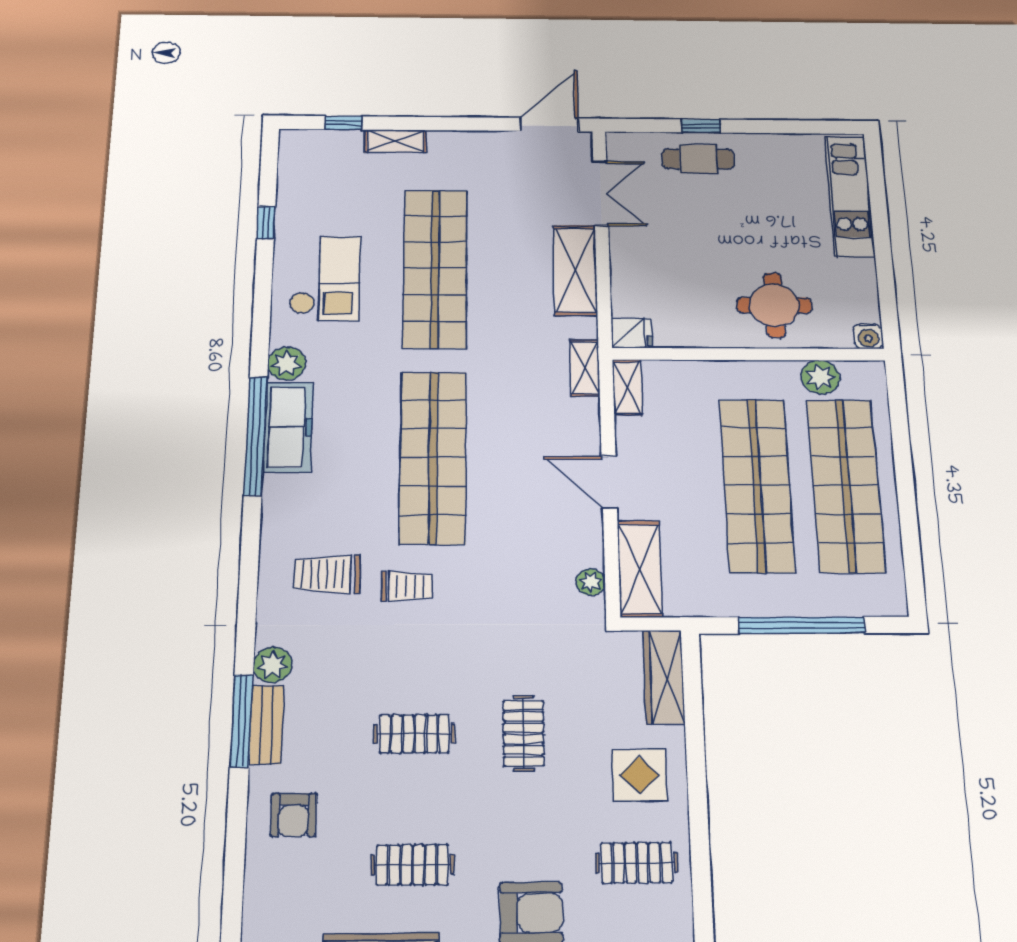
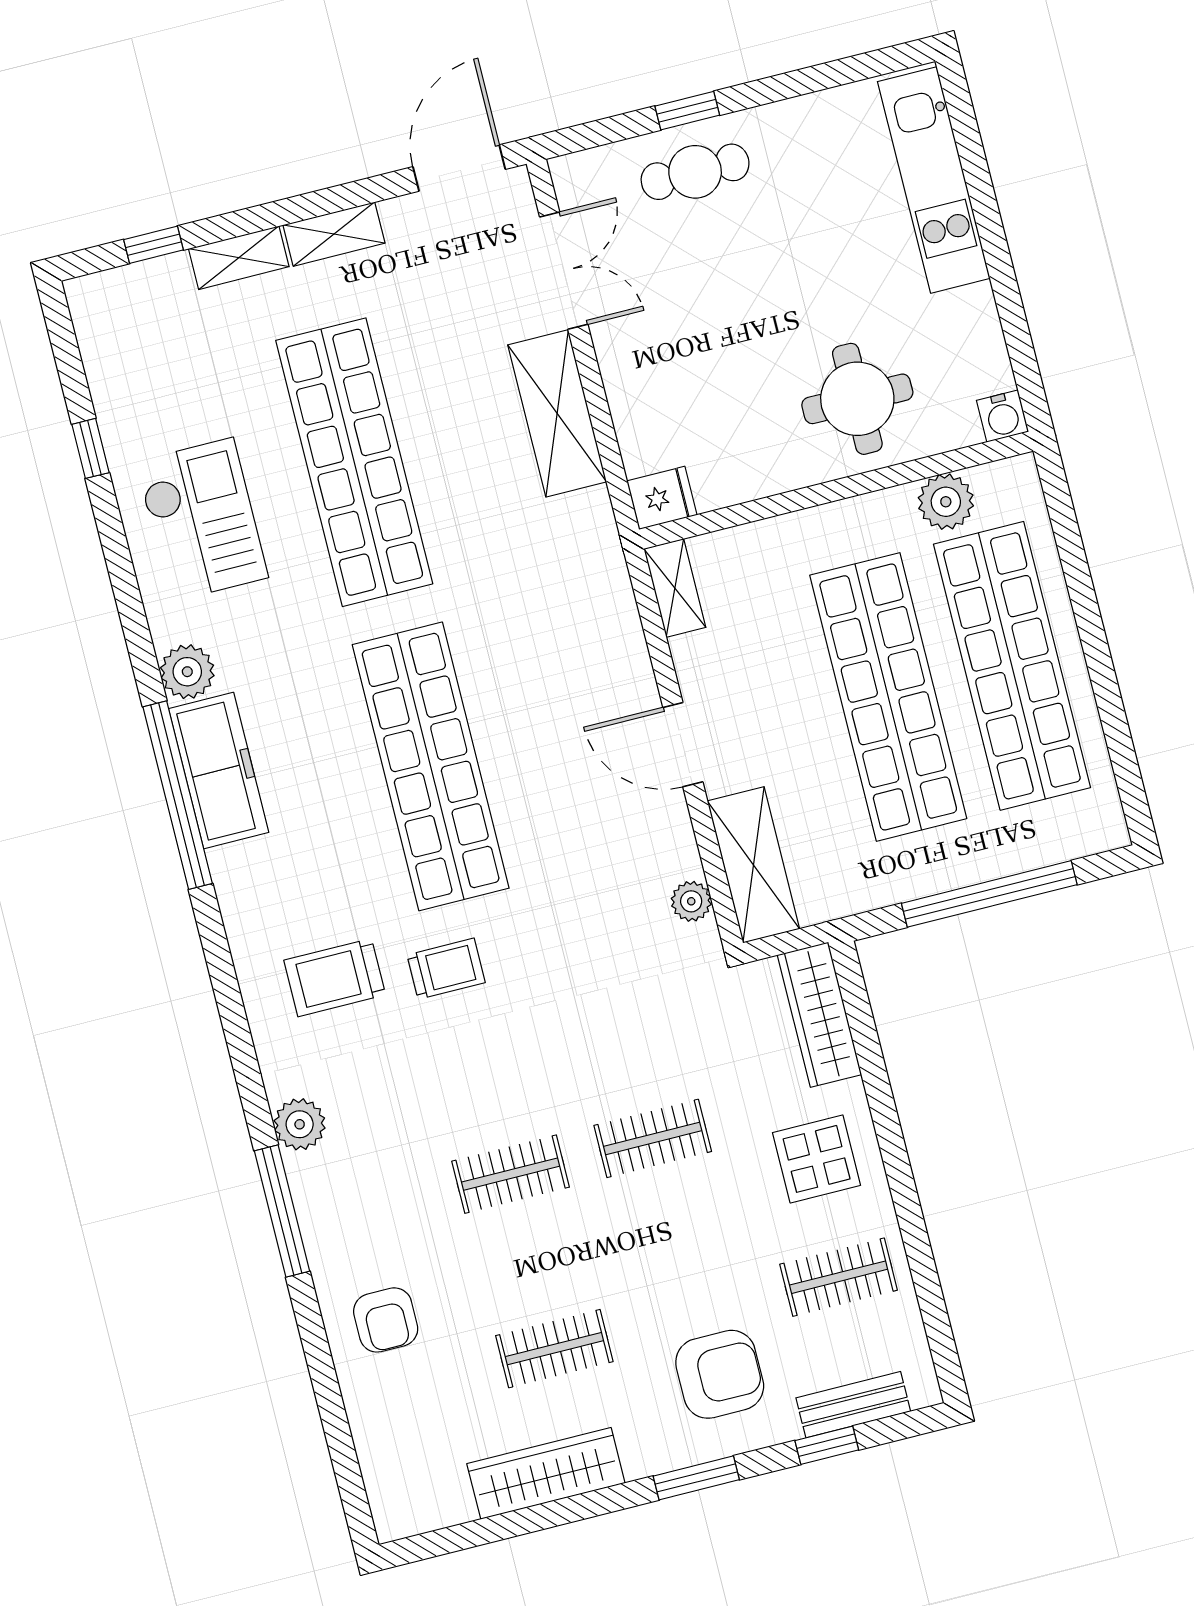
shelving: (585, 368) -> (334, 234), moved, turned 90
bench: (267, 724) -> (316, 1208), removed
clothes rail: (524, 733) -> (653, 1138), turned 90

